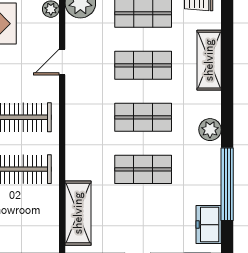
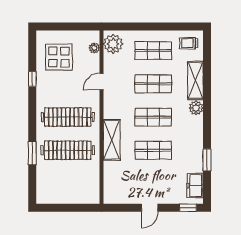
plant: (210, 130) -> (196, 108), moved
window: (227, 184) -> (207, 160), width x0.47
shelving: (78, 213) -> (112, 140), moved

